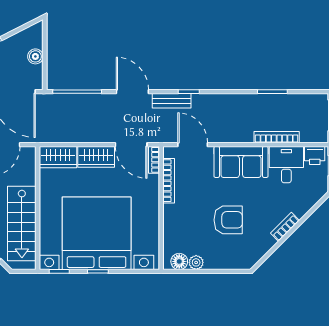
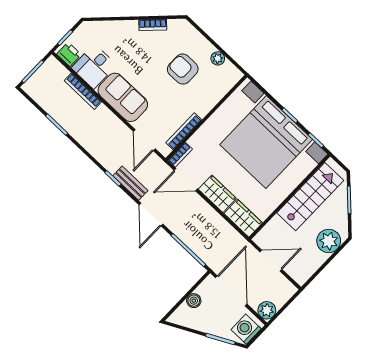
door: (131, 145) -> (186, 180), swing flipped
armchair: (228, 220) -> (183, 69), moved
bookcase: (285, 227) -> (153, 25), moved
floor lamp: (179, 261) -> (228, 70), removed

